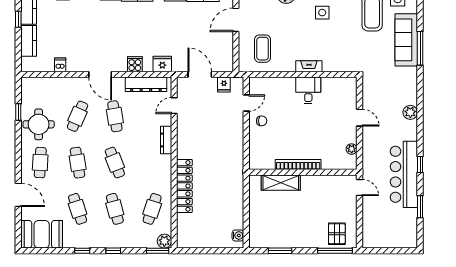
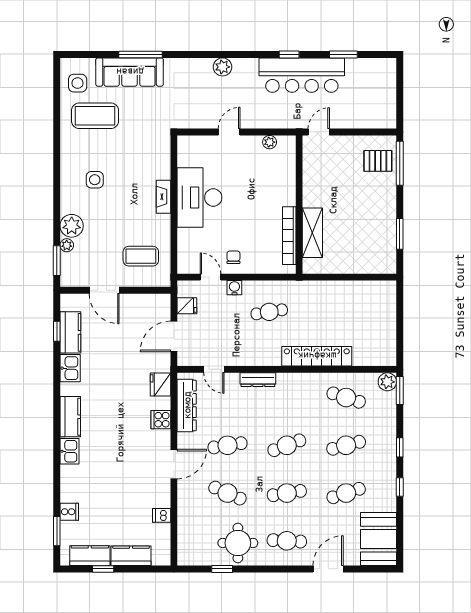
desk: (308, 90) -> (199, 197), width x1.87, depth x1.30
cafe table: (219, 149) -> (269, 312), added
bookcase: (298, 164) -> (289, 236), moved
water cooler: (238, 235) -> (234, 288), moved

